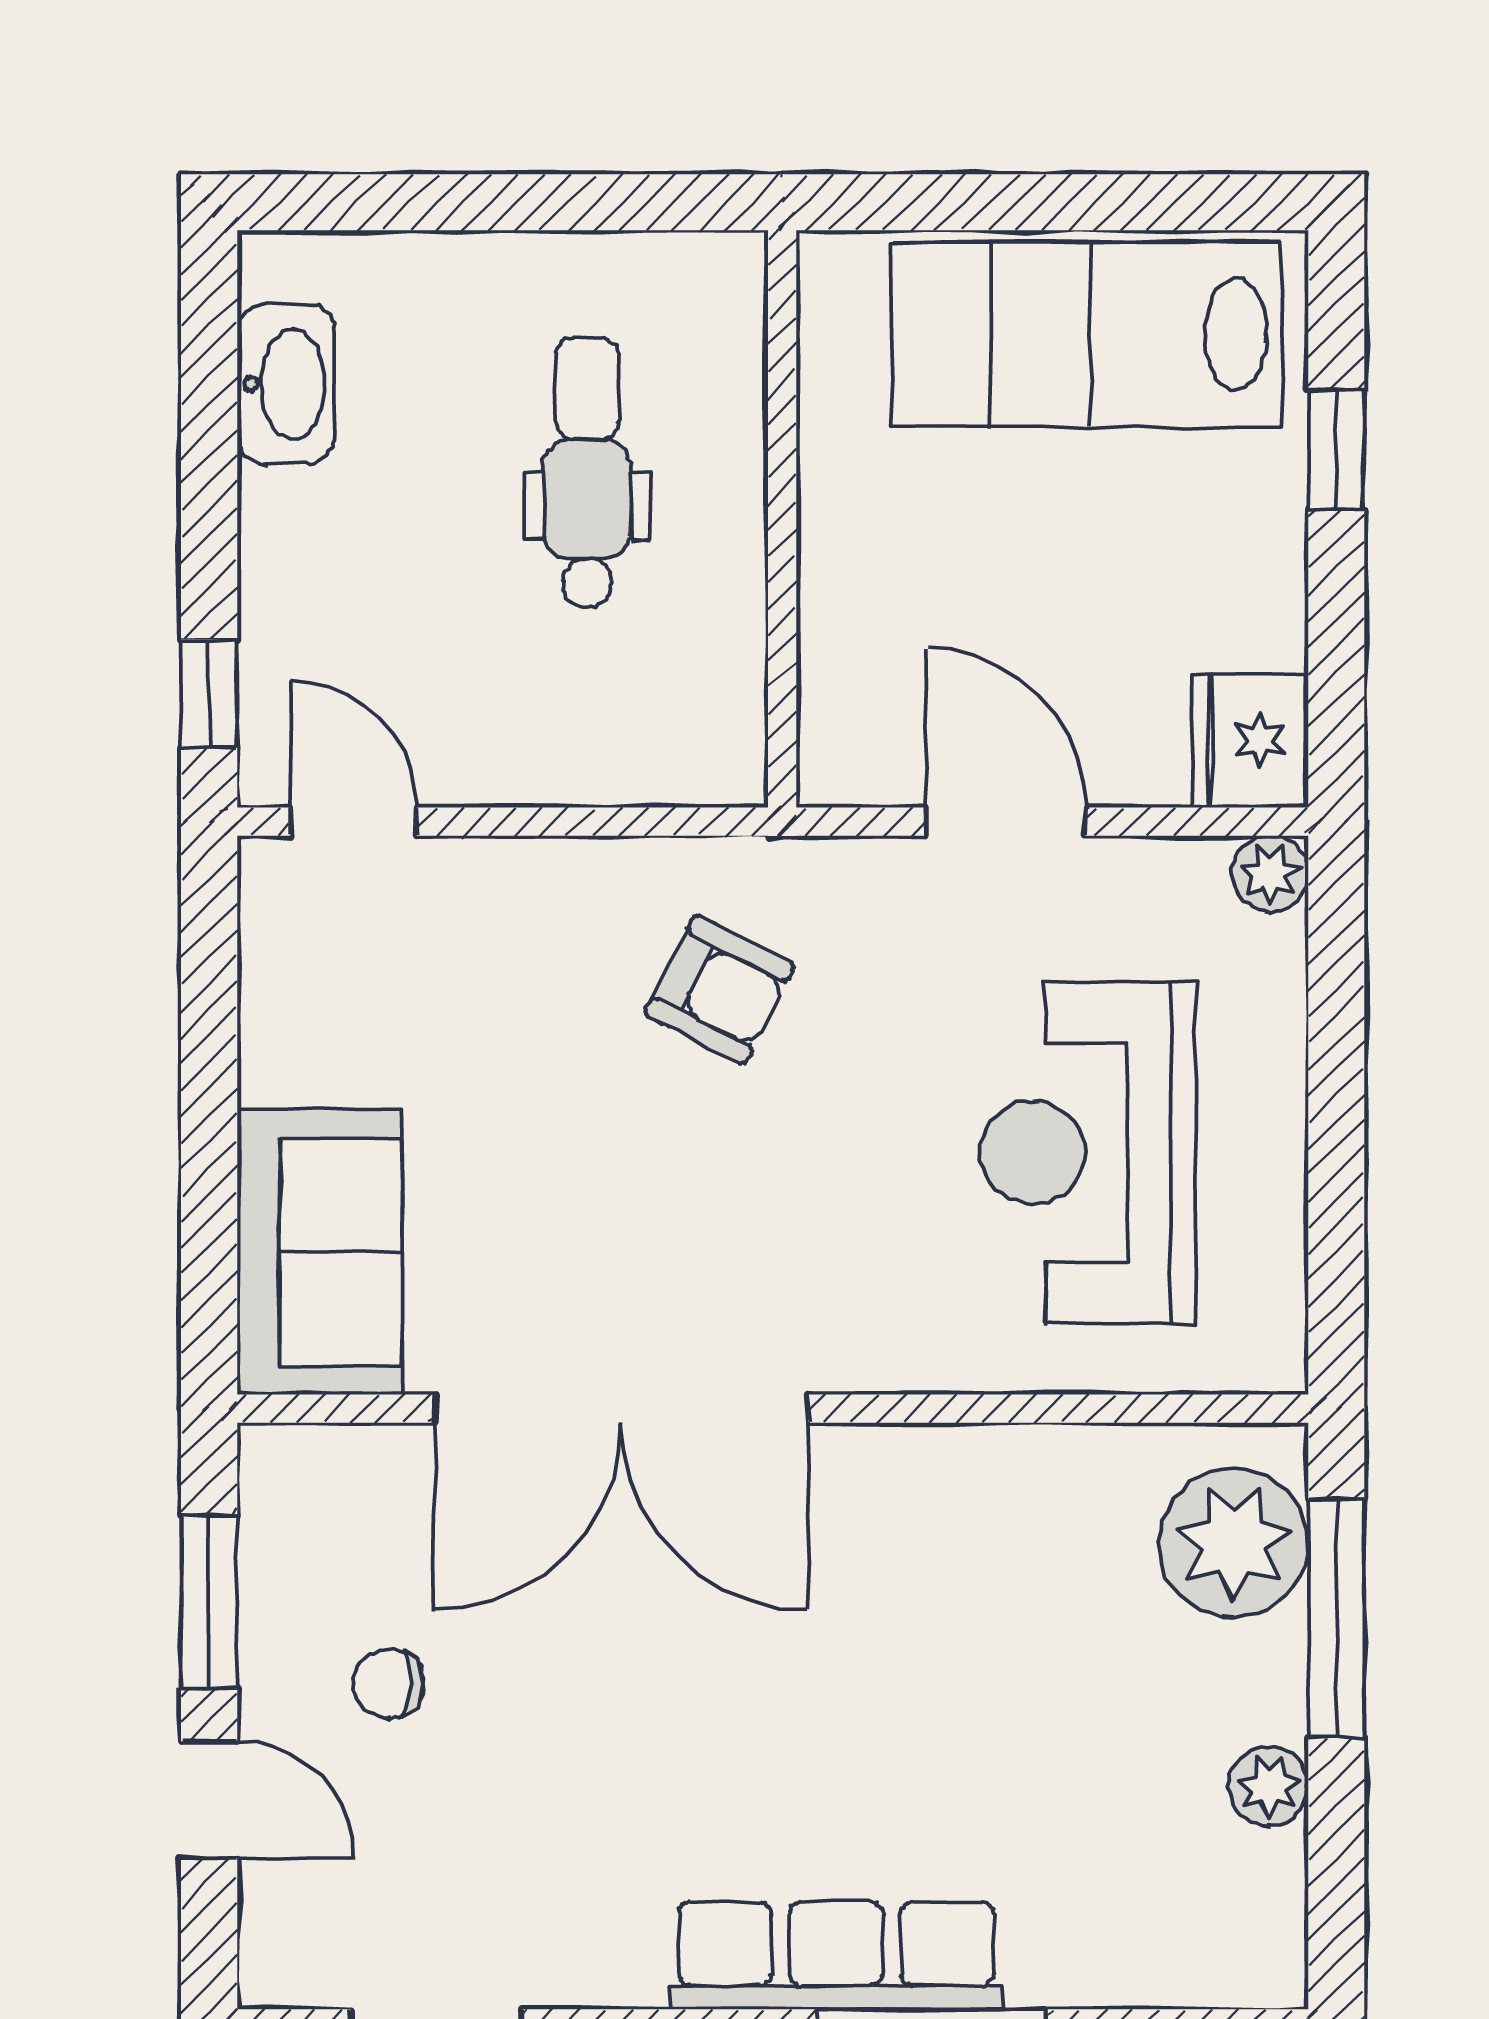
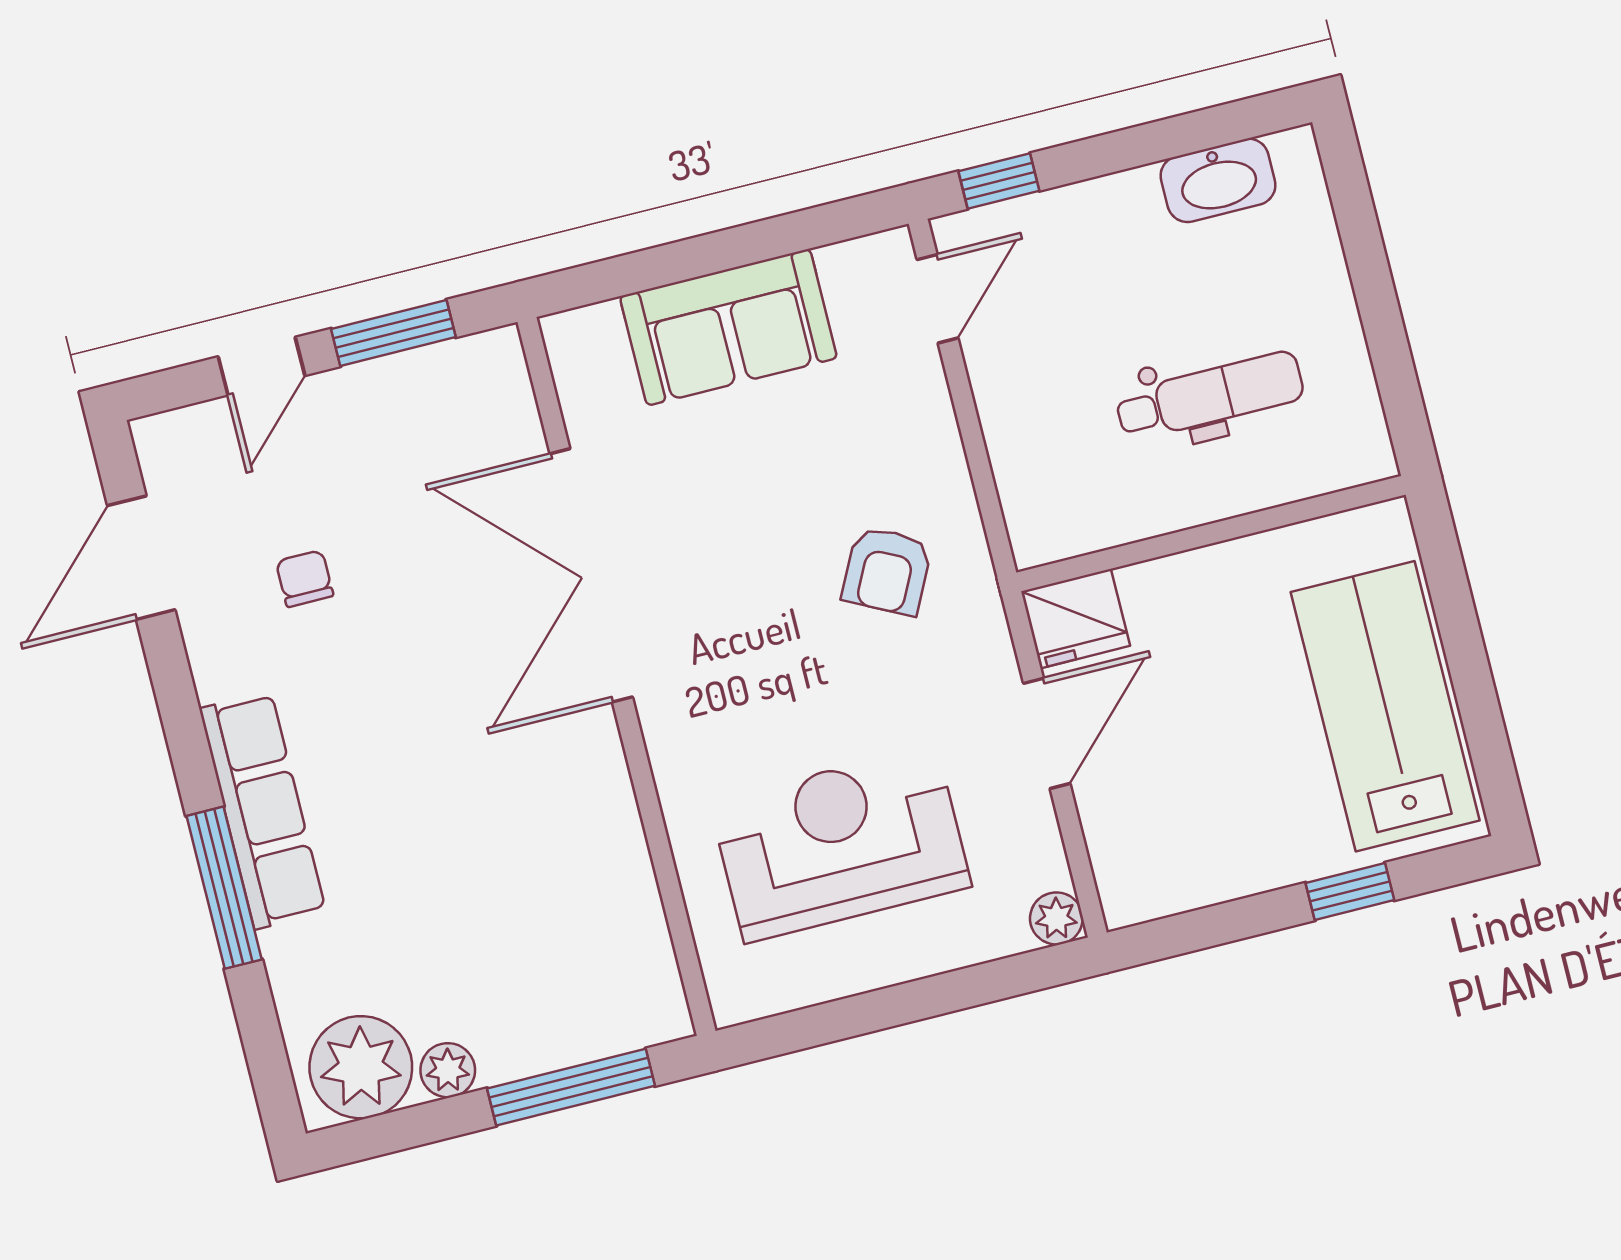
fridge: (1250, 740) -> (1075, 619), moved, turned 180
sofa: (320, 1252) -> (728, 327), moved
plant: (1234, 1542) -> (361, 1067), moved
chair: (389, 1683) -> (305, 579), moved

